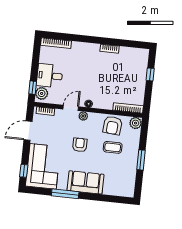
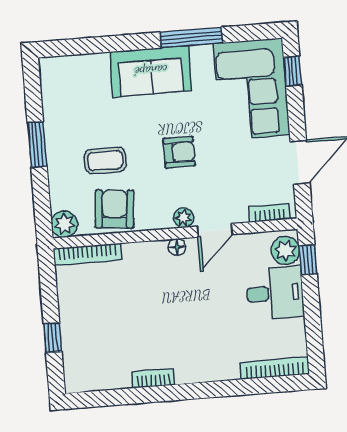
armchair: (80, 145) -> (179, 152), turned -90

